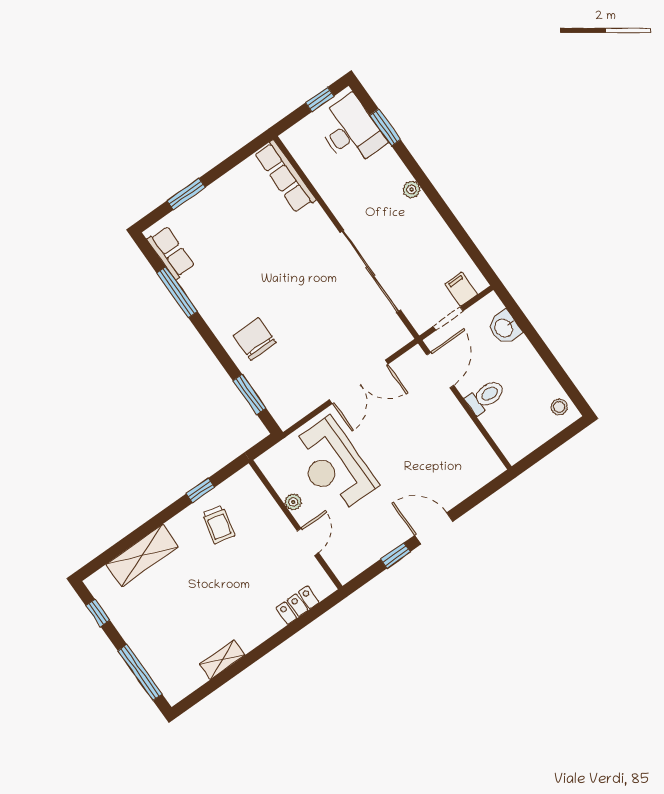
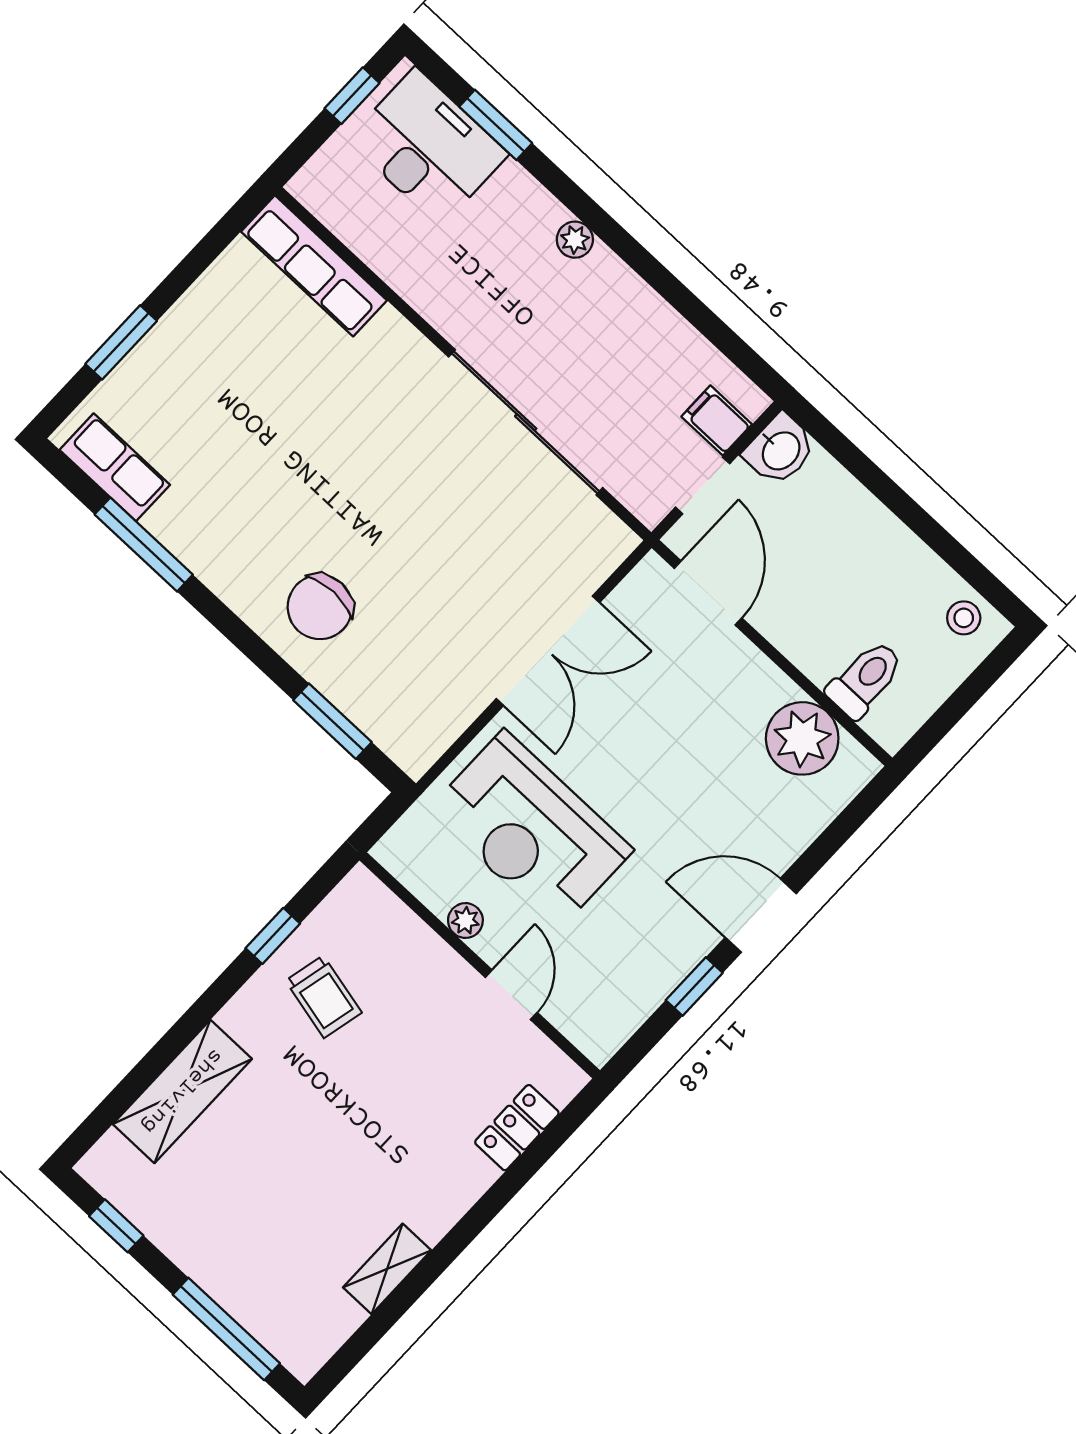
washbasin: (504, 328) -> (780, 450), moved, turned -90
chair: (255, 339) -> (320, 607), turned -90
toilet: (485, 397) -> (865, 679), moved
plant: (471, 448) -> (802, 738), added

